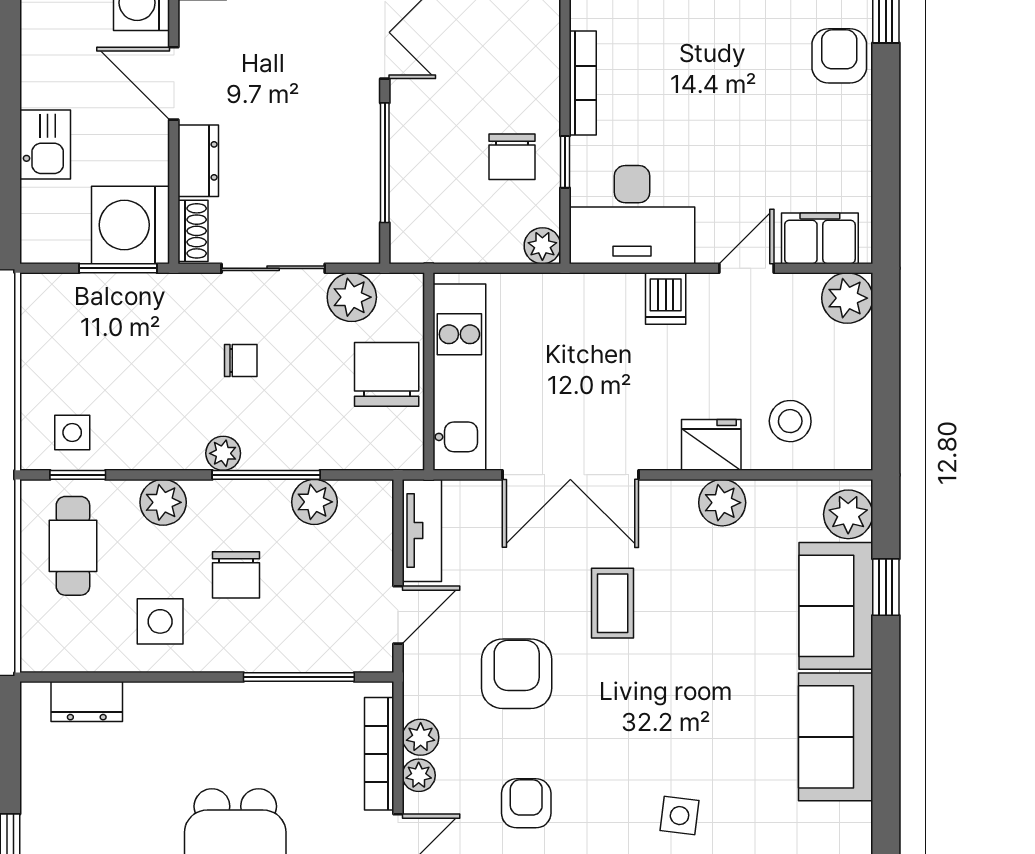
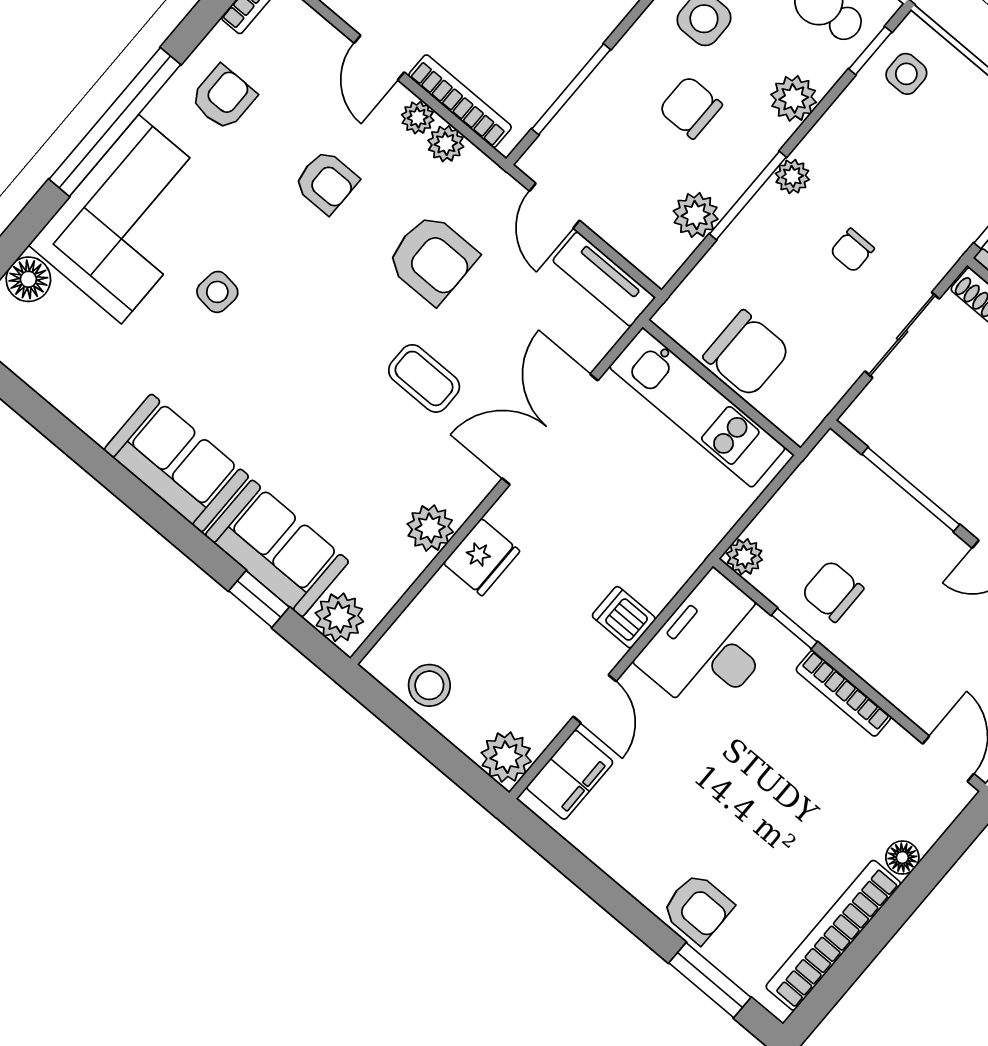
plant: (352, 297) -> (829, 377), removed
stool: (790, 421) -> (429, 685), moved

